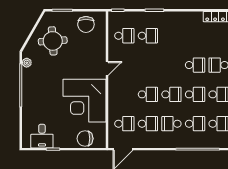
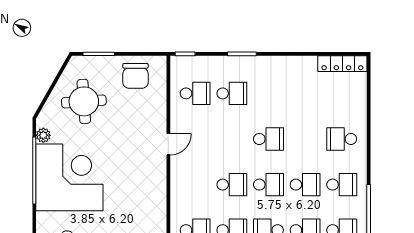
school desk: (195, 65) -> (268, 139), moved
corner desk: (84, 101) -> (69, 177), moved, turned 180

